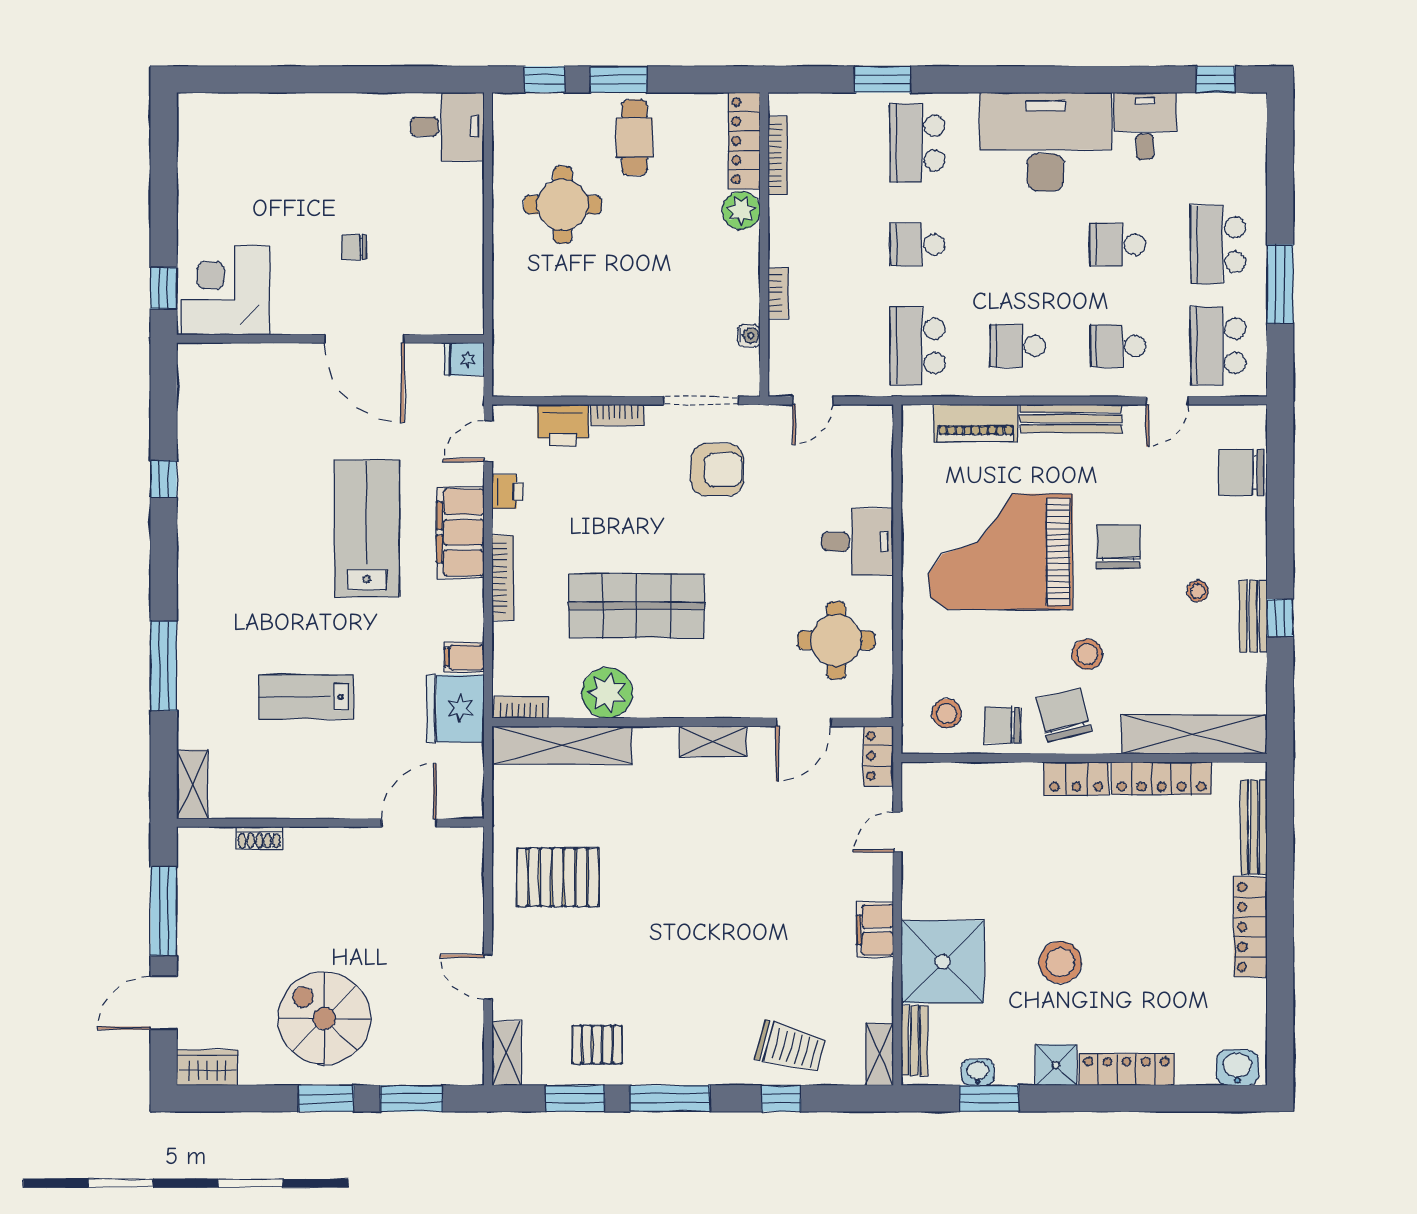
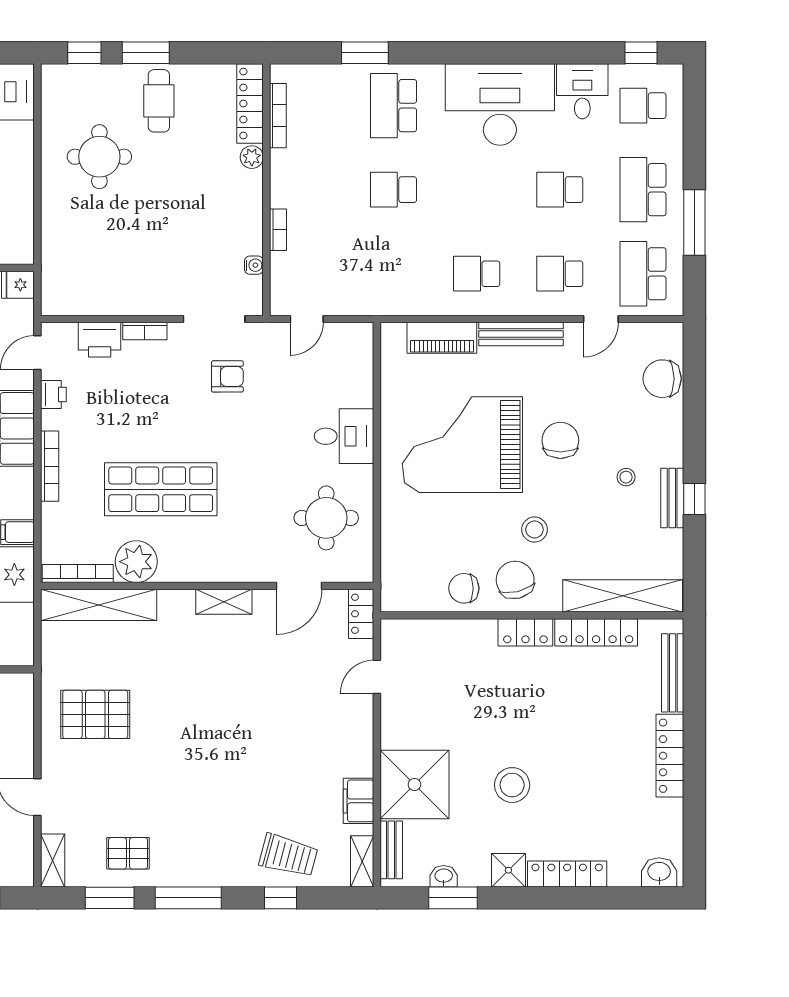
plant: (741, 210) -> (252, 157), width x0.73, depth x0.73
school desk: (917, 346) -> (643, 106), moved, width x0.54
armchair: (717, 470) -> (227, 376), width x0.72, depth x0.72
bookcase: (521, 707) -> (78, 573), width x1.56
stool: (947, 713) -> (418, 579), removed
filing cabinet: (875, 930) -> (358, 801), moved

